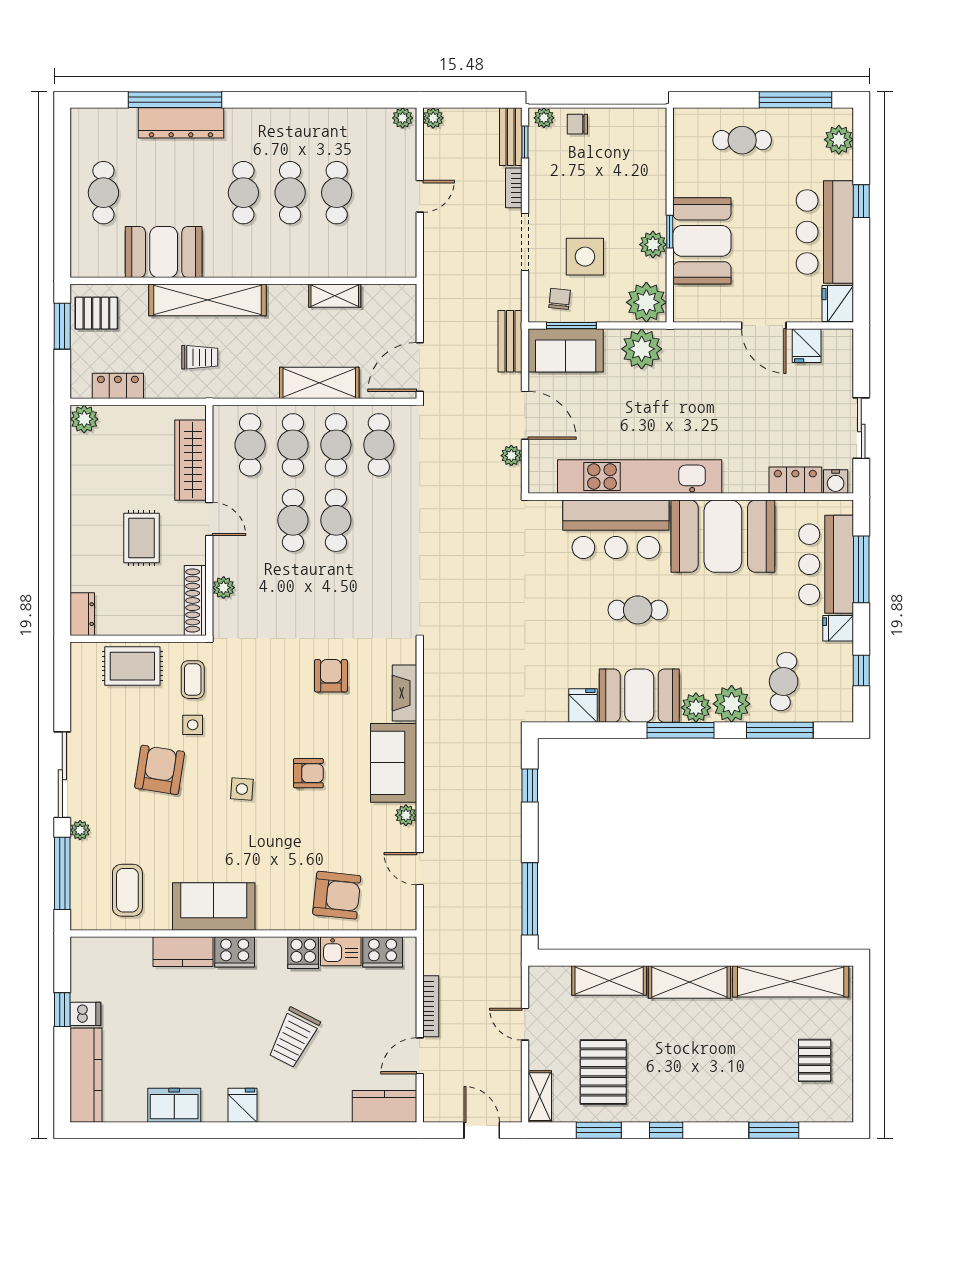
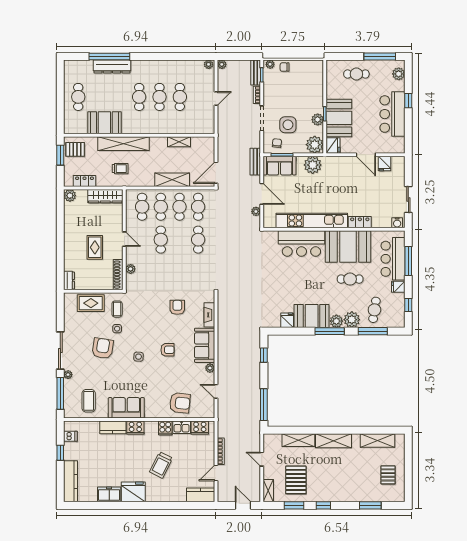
fridge: (838, 304) -> (333, 146), moved, turned 180
wardrobe: (190, 460) -> (105, 196), moved, turned -90
locker: (795, 480) -> (360, 222), moved
cafe table: (336, 520) -> (198, 240), moved
cafe table: (638, 610) -> (350, 279), moved
shelving: (791, 981) -> (378, 440), width x0.68
dishwasher: (85, 1014) -> (70, 436), moved
fridge: (242, 1105) -> (133, 492), width x1.88, depth x1.34

